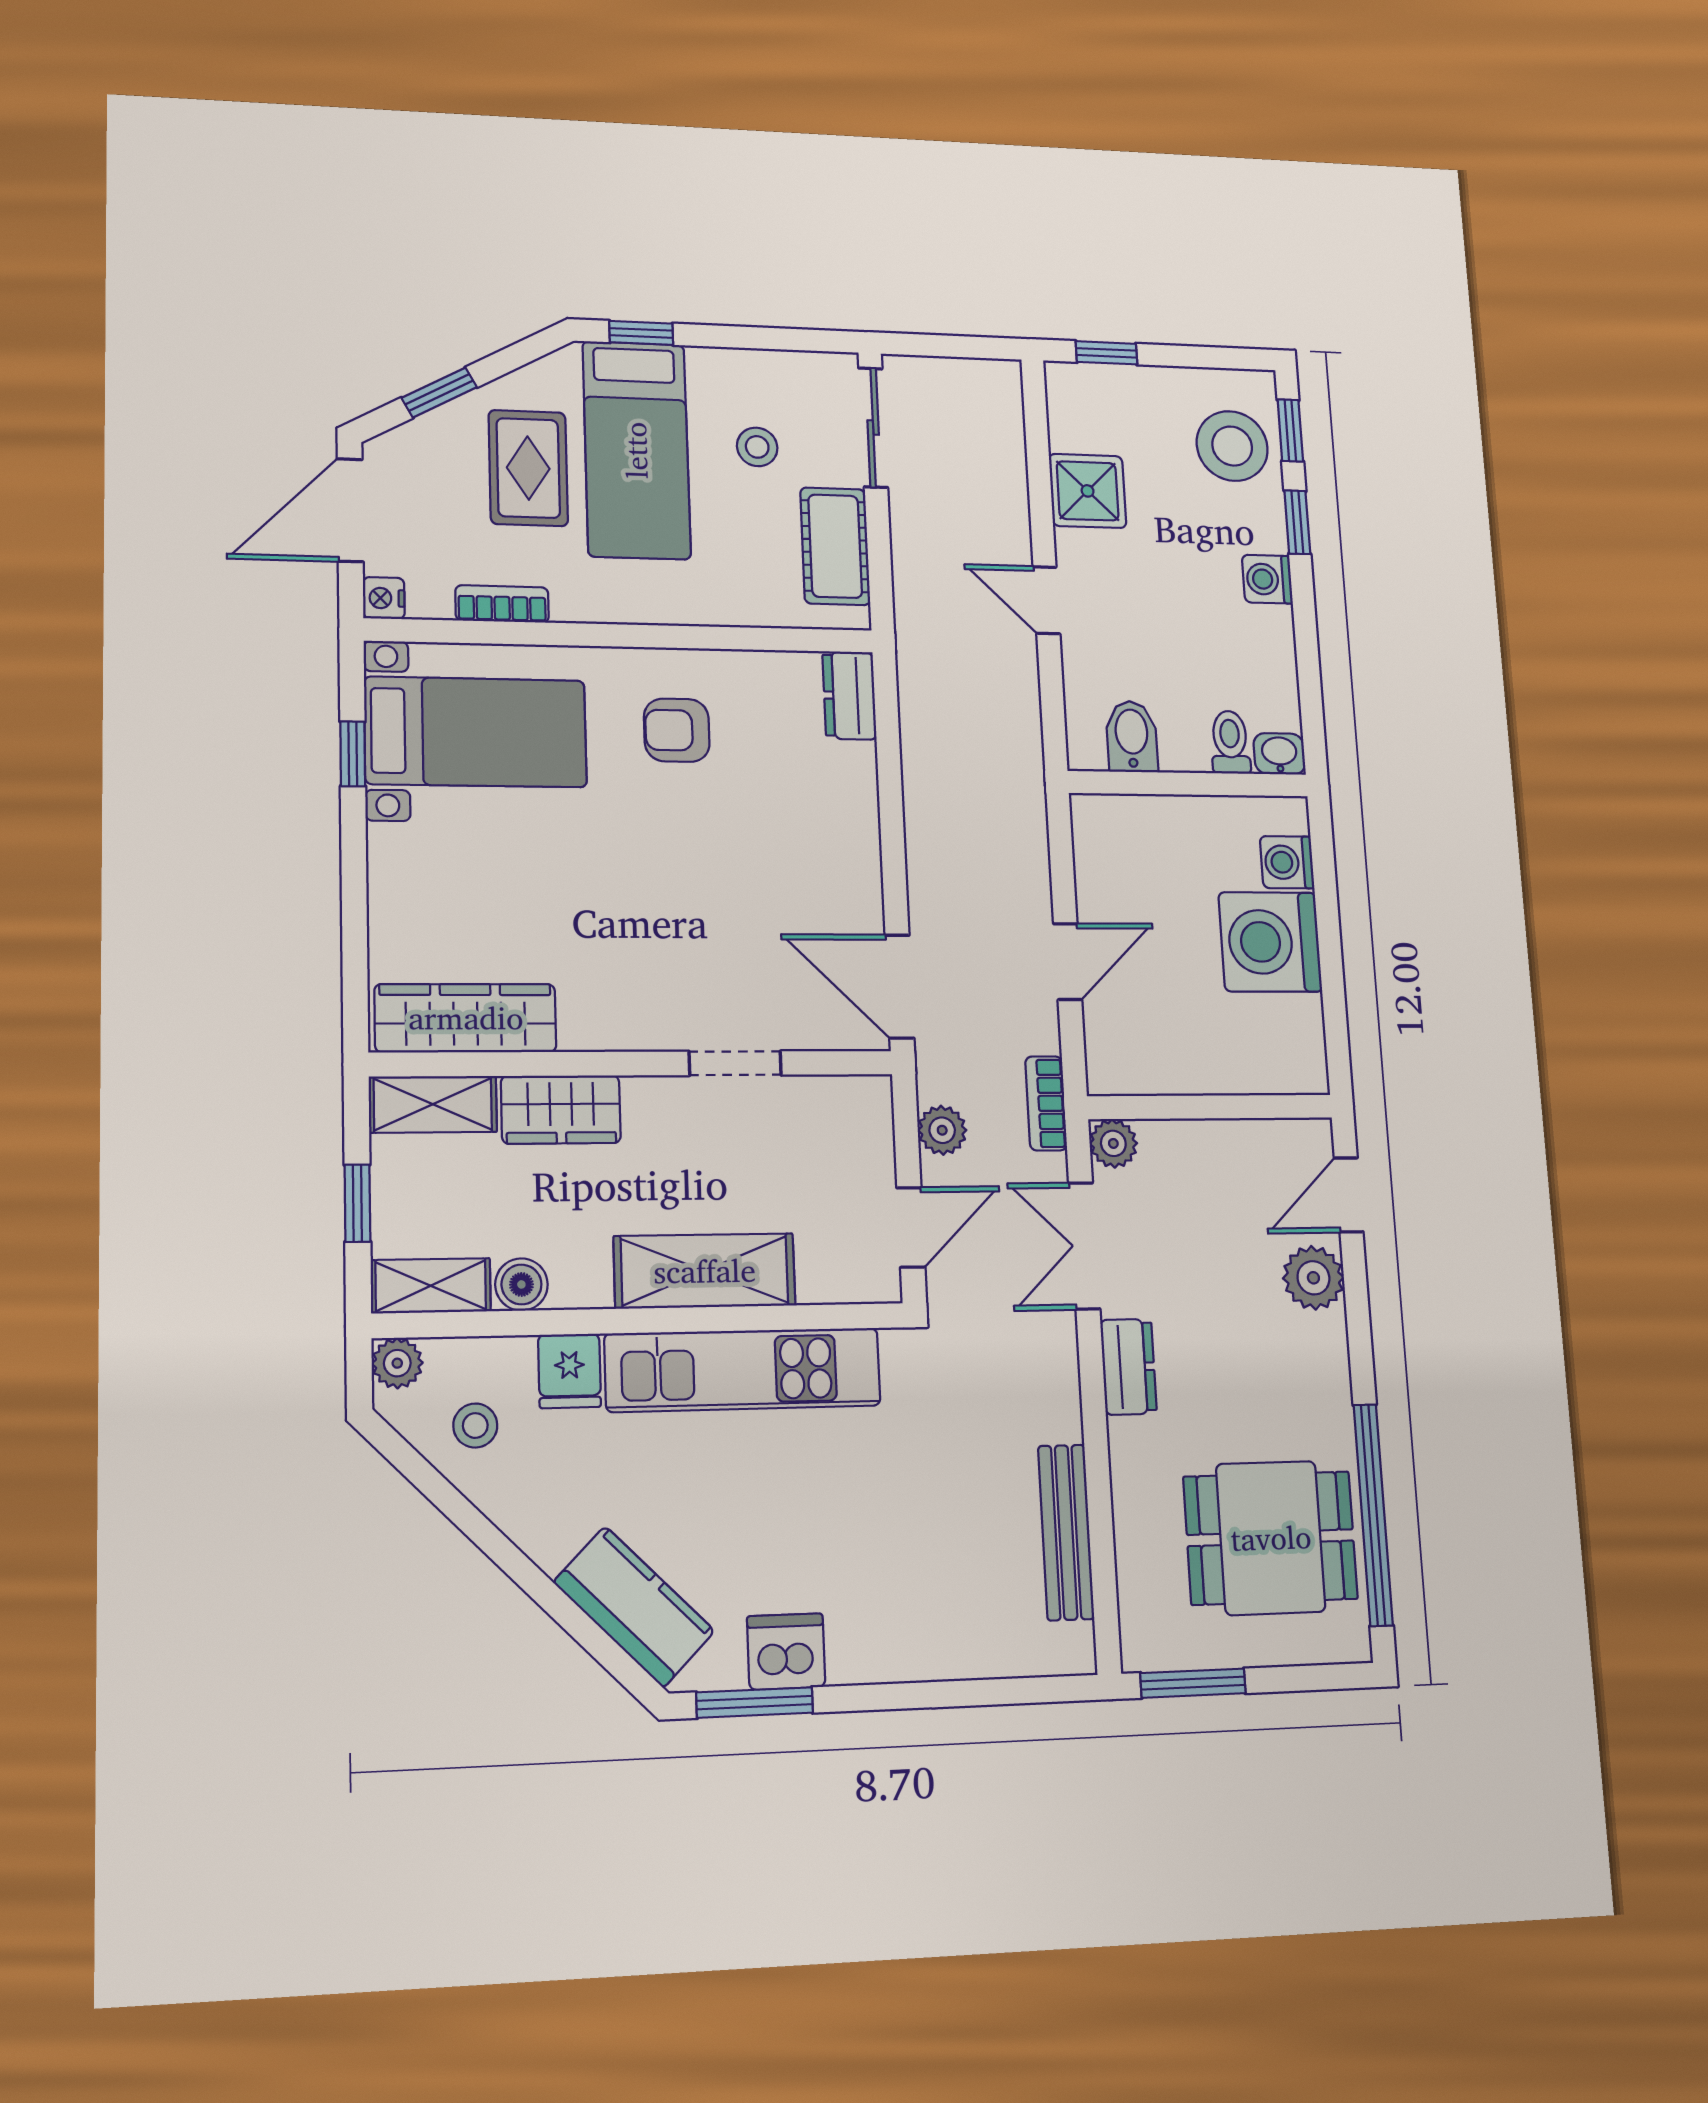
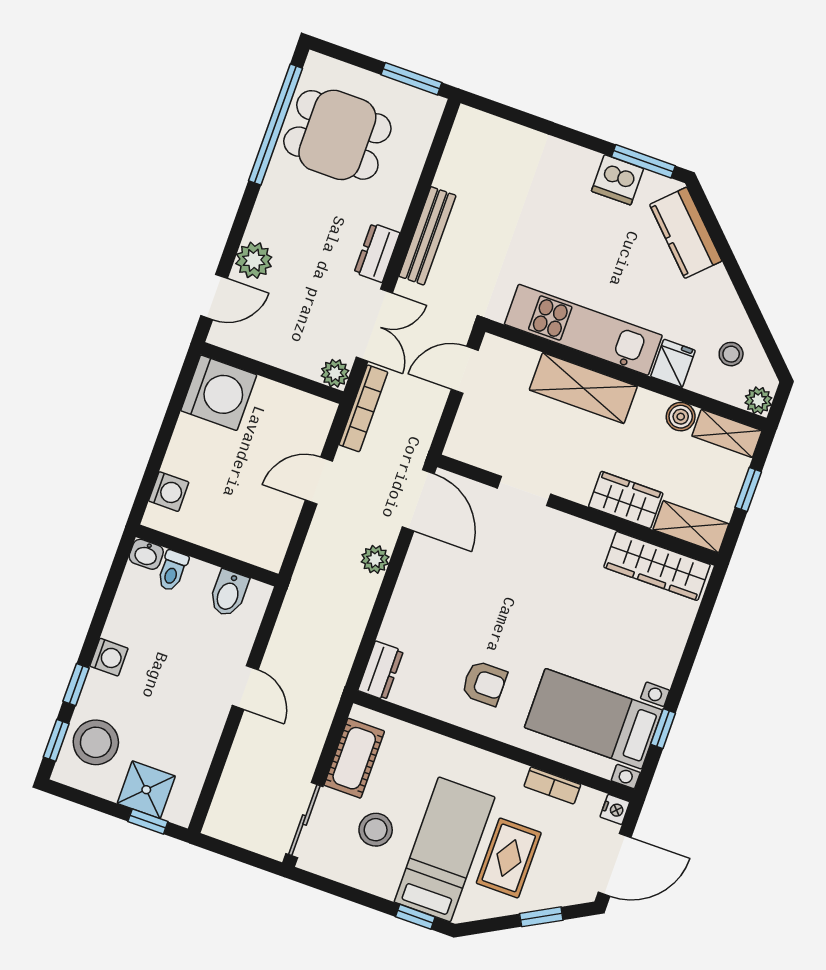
stool: (757, 447) -> (376, 830), width x1.37, depth x1.37
shower: (1088, 491) -> (146, 790), moved
washing machine: (1270, 942) -> (219, 393), moved
bookcase: (1046, 1103) -> (363, 408), width x1.56
plant: (942, 1130) -> (375, 559), moved
bench: (1066, 1532) -> (427, 236), moved

